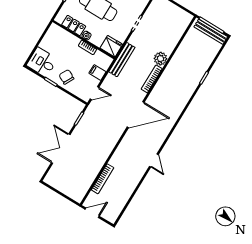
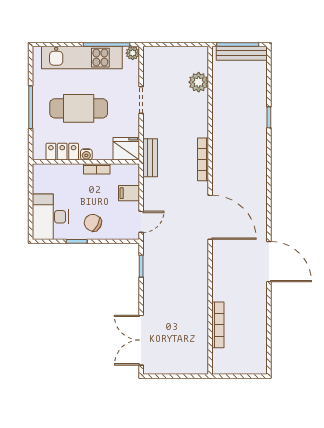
plant: (160, 59) -> (199, 82), moved
bench: (122, 60) -> (150, 158), width x0.73
desk: (42, 62) -> (50, 217), width x1.37
door: (136, 115) -> (210, 217), hinge flipped
double door: (61, 149) -> (141, 340), moved
door: (154, 160) -> (269, 262), width x1.88
door: (92, 213) -> (231, 376), removed

